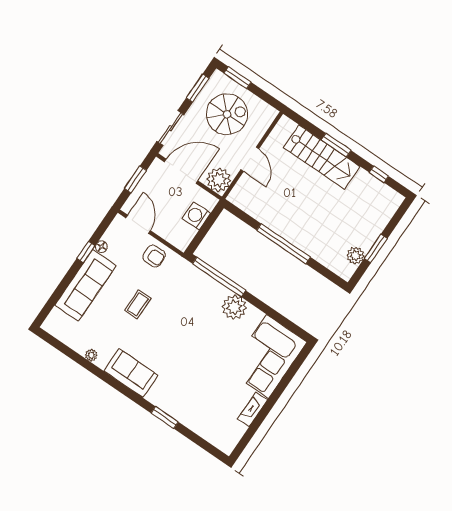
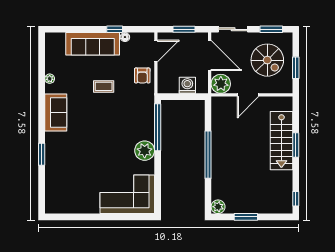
window: (238, 78) -> (296, 68), moved
window: (379, 174) -> (296, 199), moved
plant: (355, 256) -> (218, 207), moved
fireplace: (253, 409) -> (86, 208), removed

